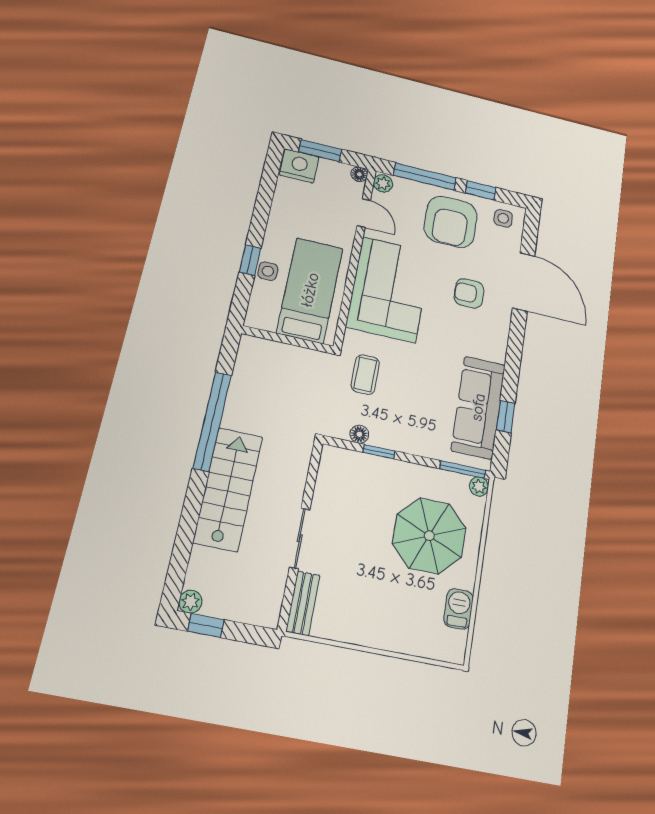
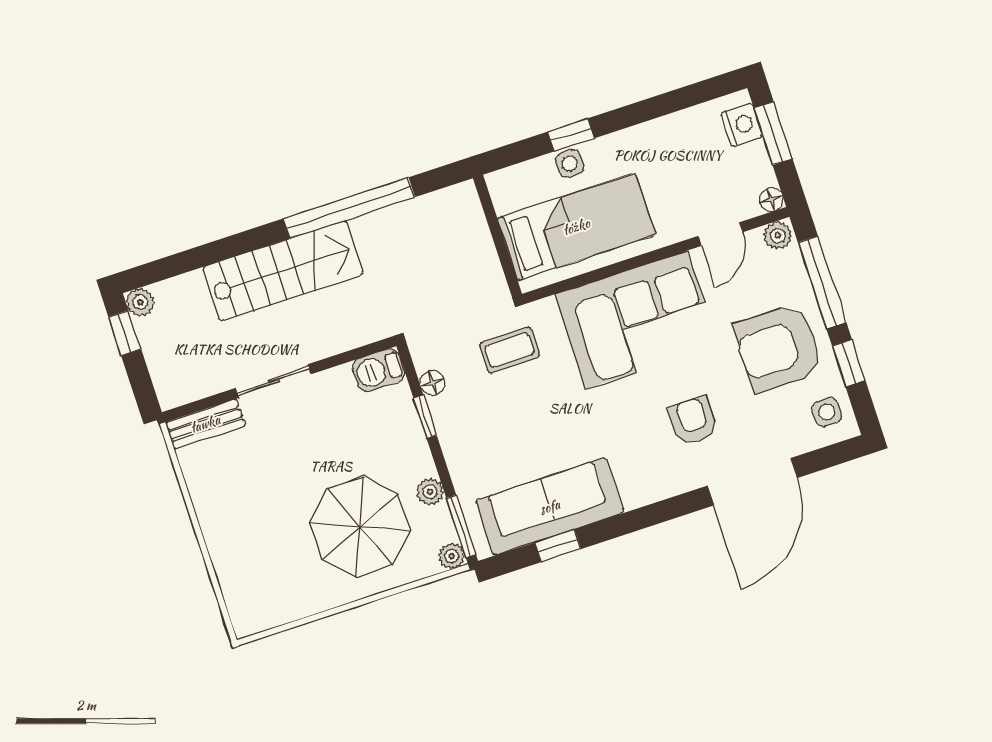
nightstand: (299, 166) -> (742, 125), width x0.74, depth x0.75
plant: (430, 476) -> (430, 492), added
barbecue: (458, 609) -> (379, 370), moved, turned 180

